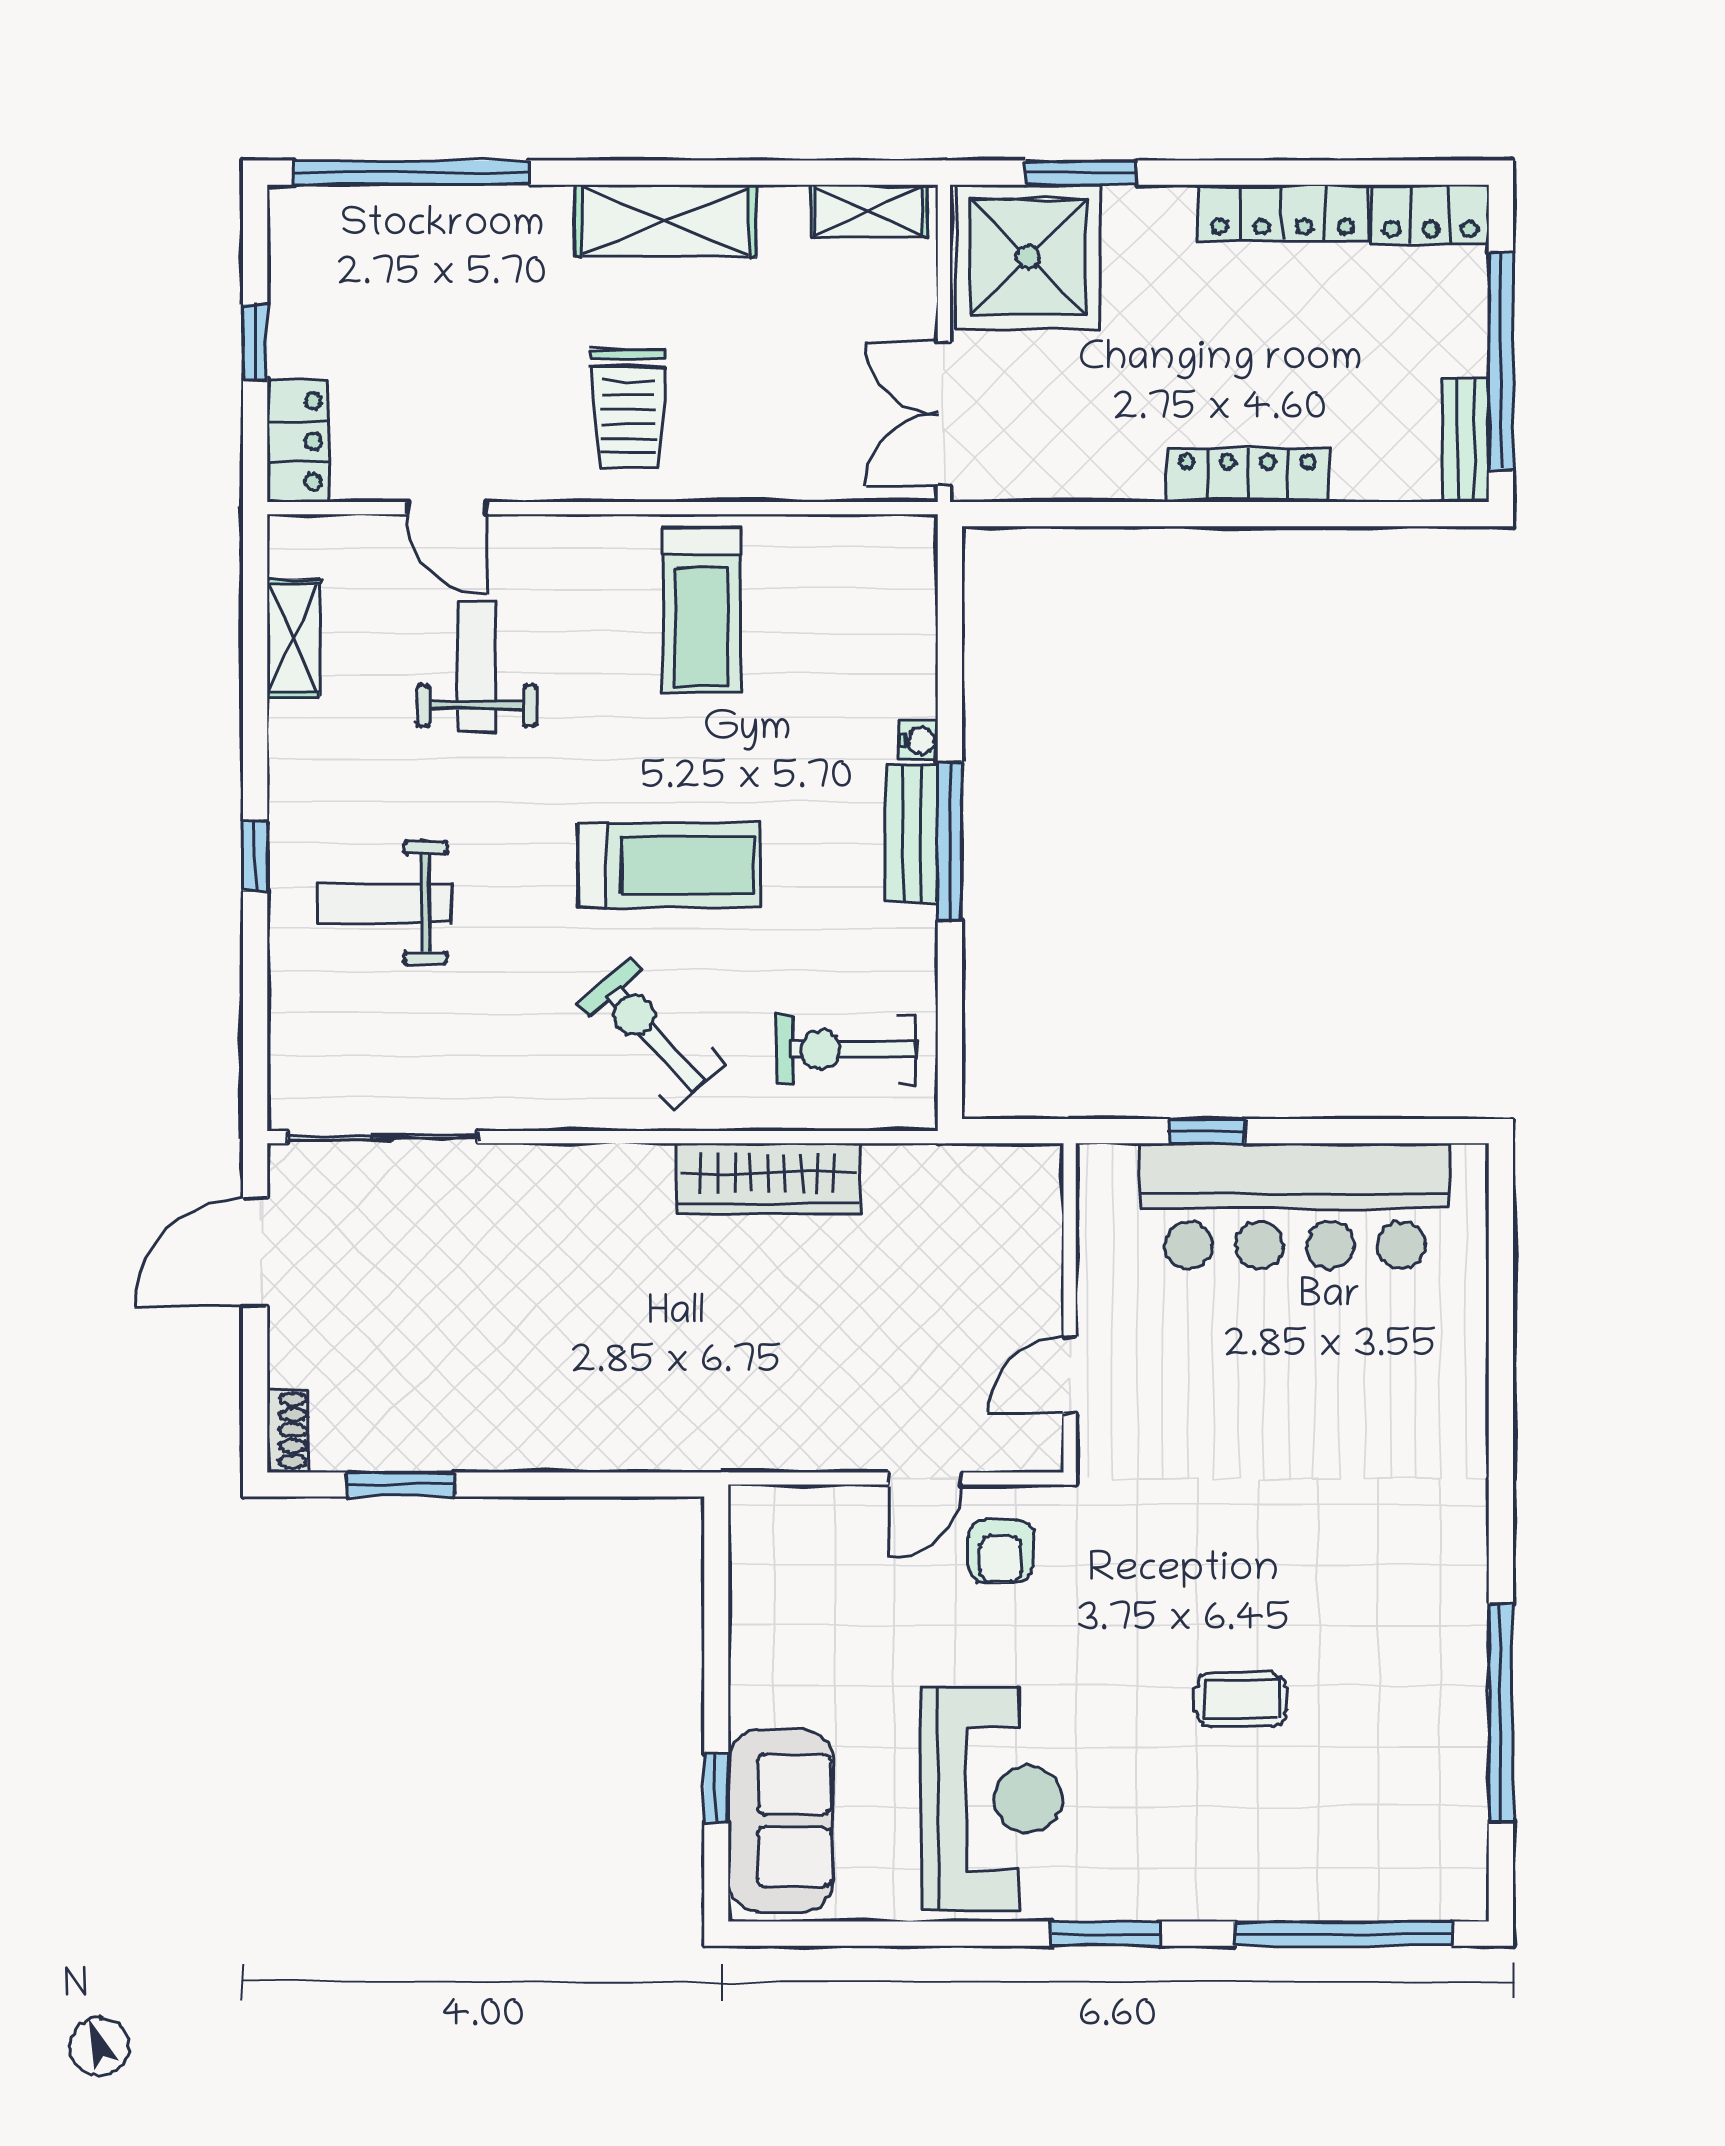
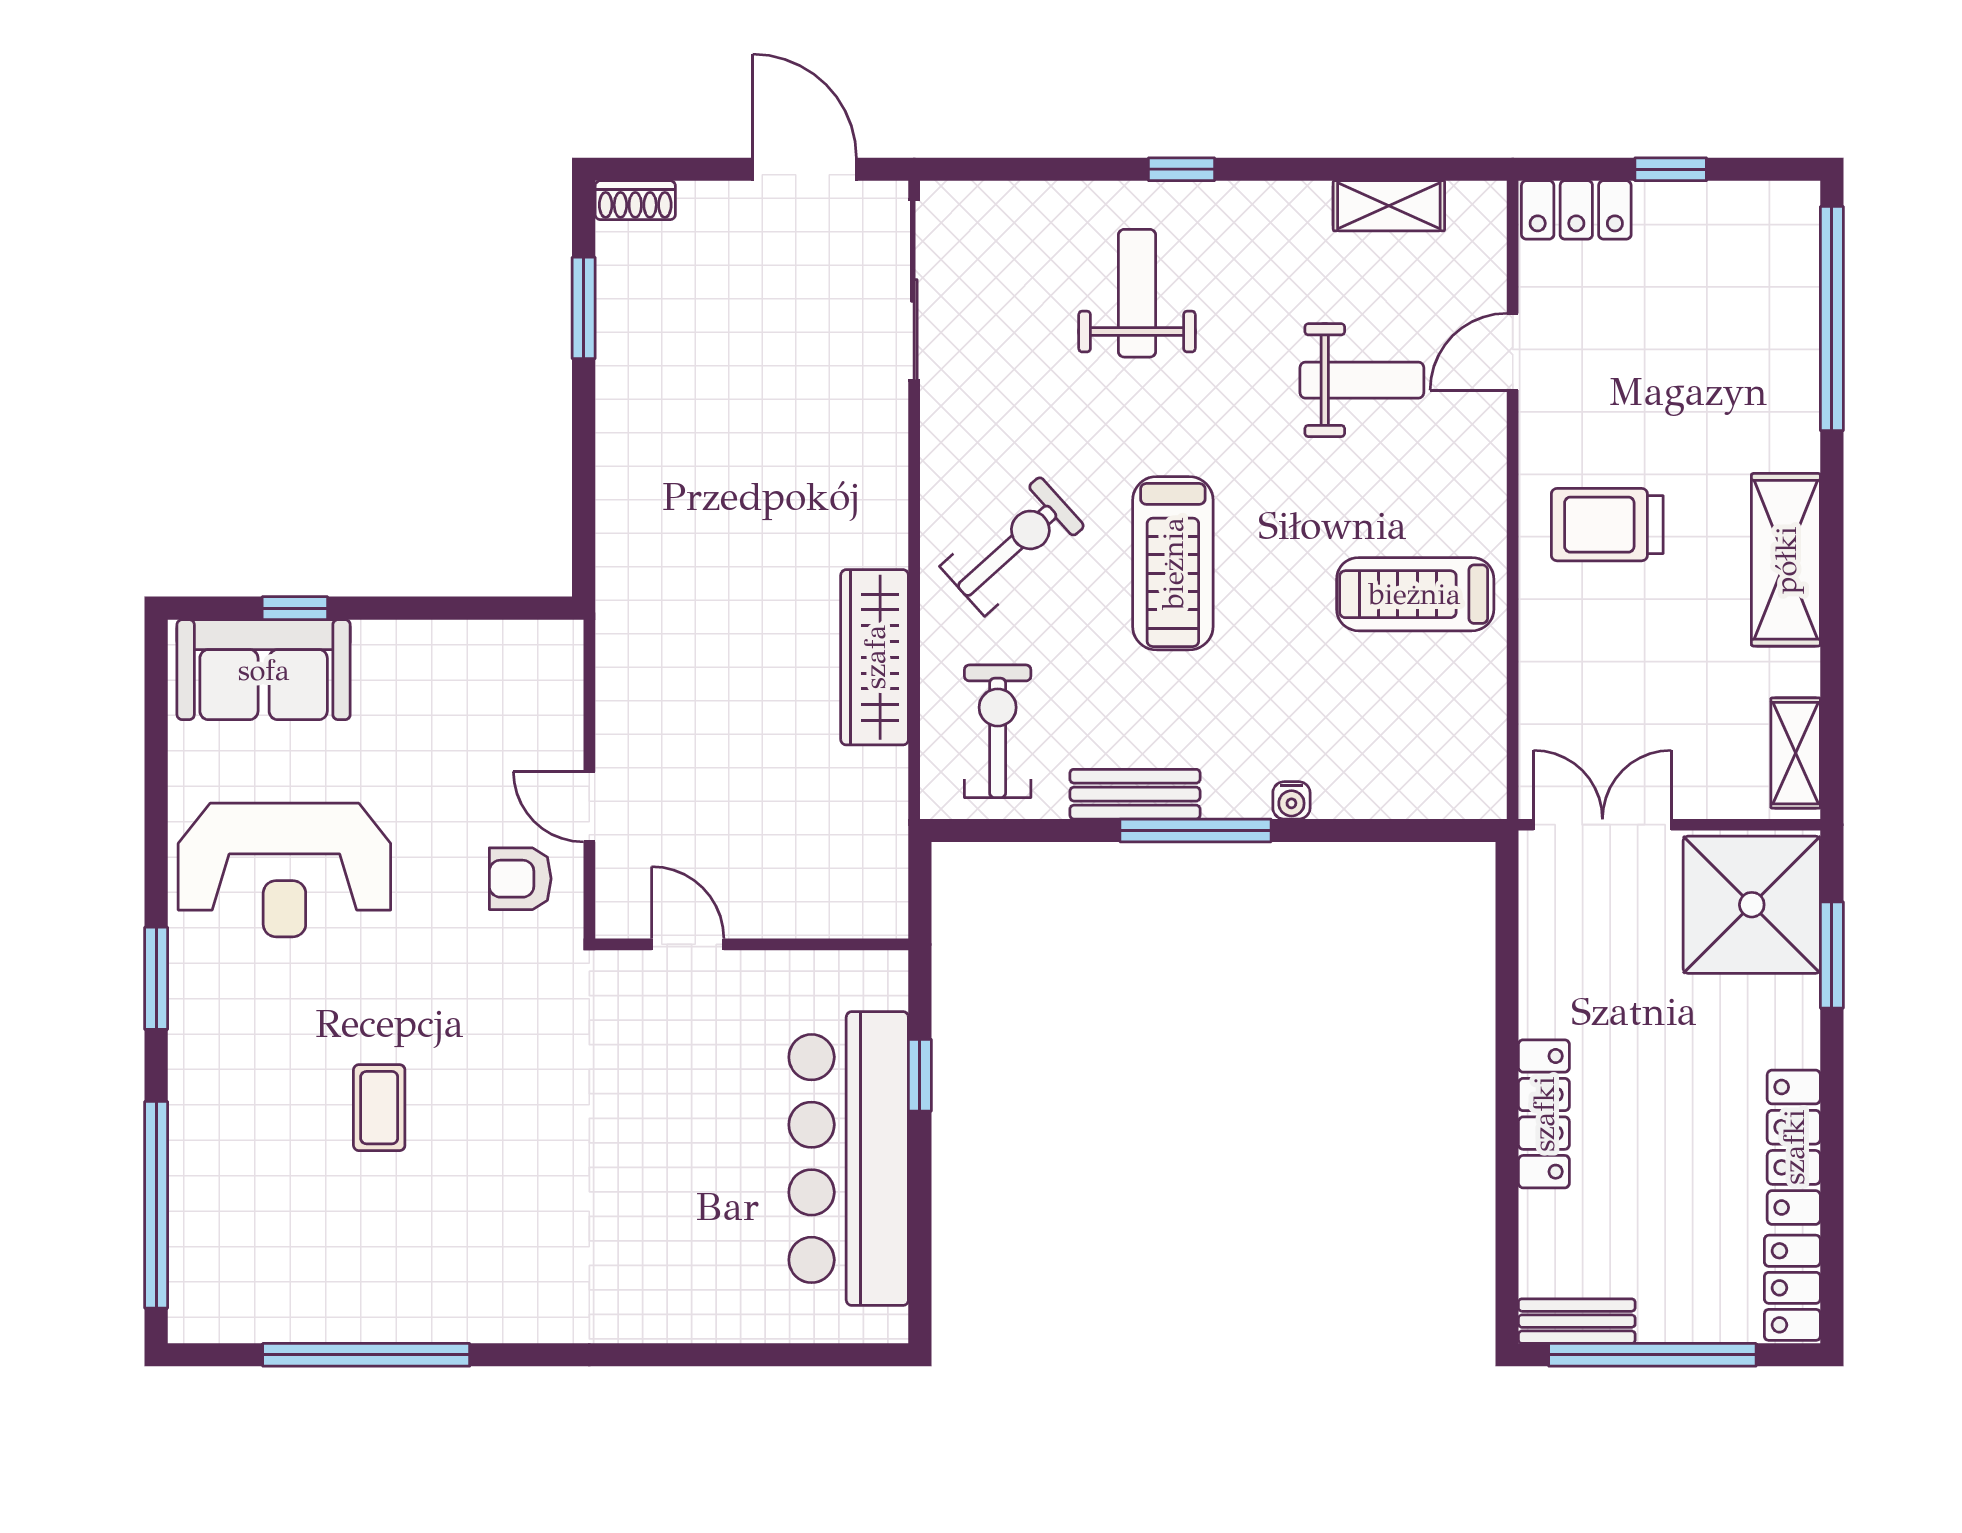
bench: (912, 833) -> (1135, 794), moved

